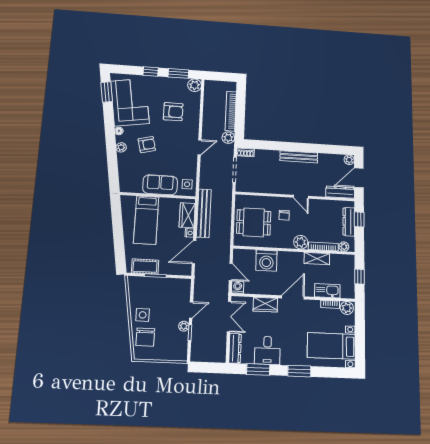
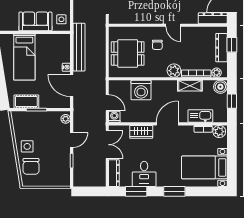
wardrobe: (187, 215) -> (63, 50), removed
door: (194, 252) -> (72, 86), hinge flipped
boiler: (348, 261) -> (220, 87), added
plant: (184, 326) -> (66, 119), moved

